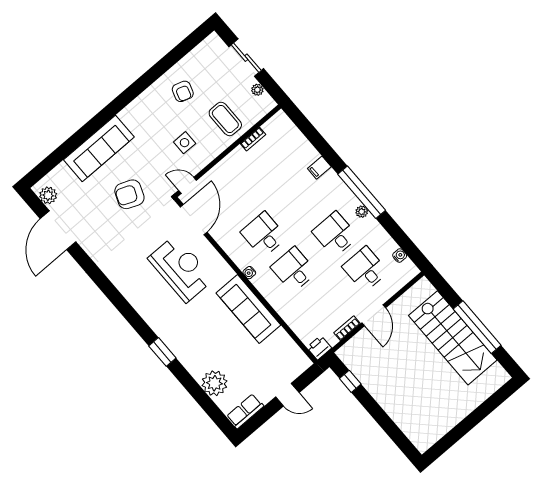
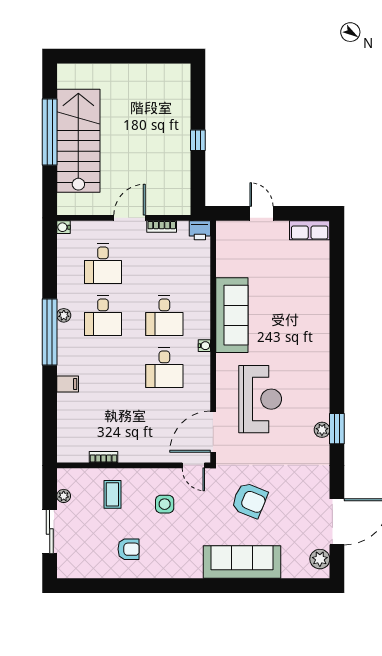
armchair: (183, 91) -> (129, 549), turned 72
coffee table: (225, 119) -> (112, 494), width x0.73, depth x0.77
water cooler: (400, 255) -> (63, 227), moved
reception desk: (181, 269) -> (260, 399), turned 180
window: (162, 352) -> (337, 429), moved
window: (350, 381) -> (198, 140), moved
plant: (215, 383) -> (322, 430), moved, width x0.53, depth x0.53

